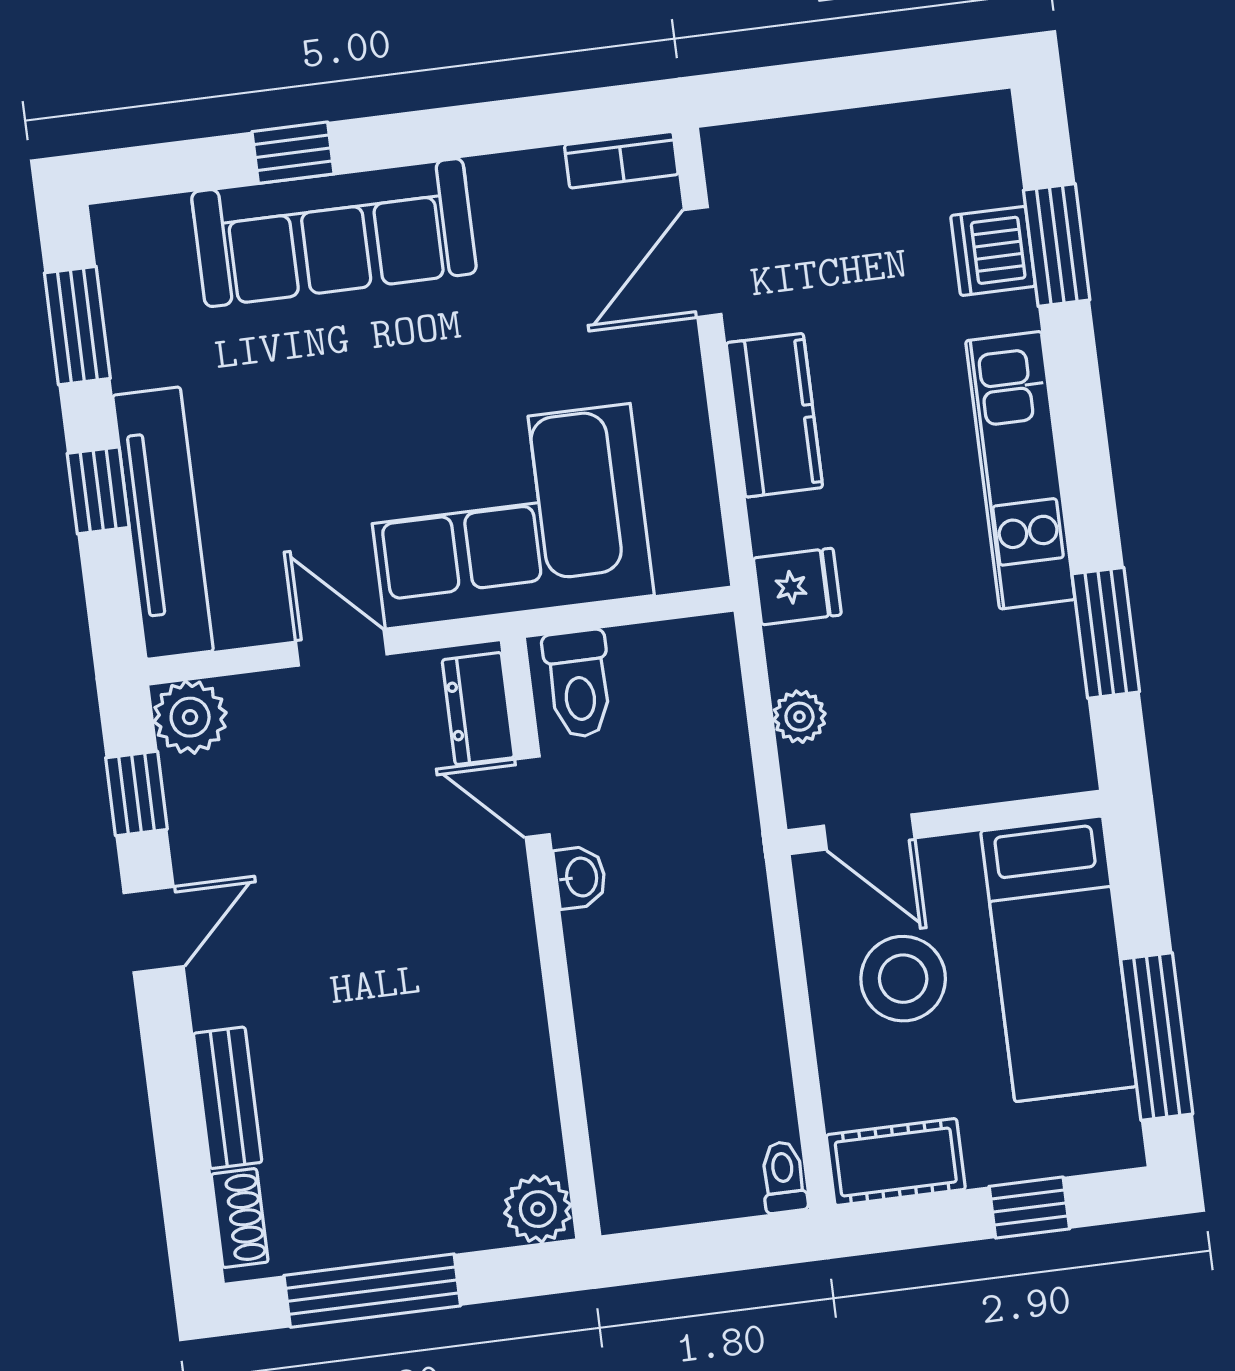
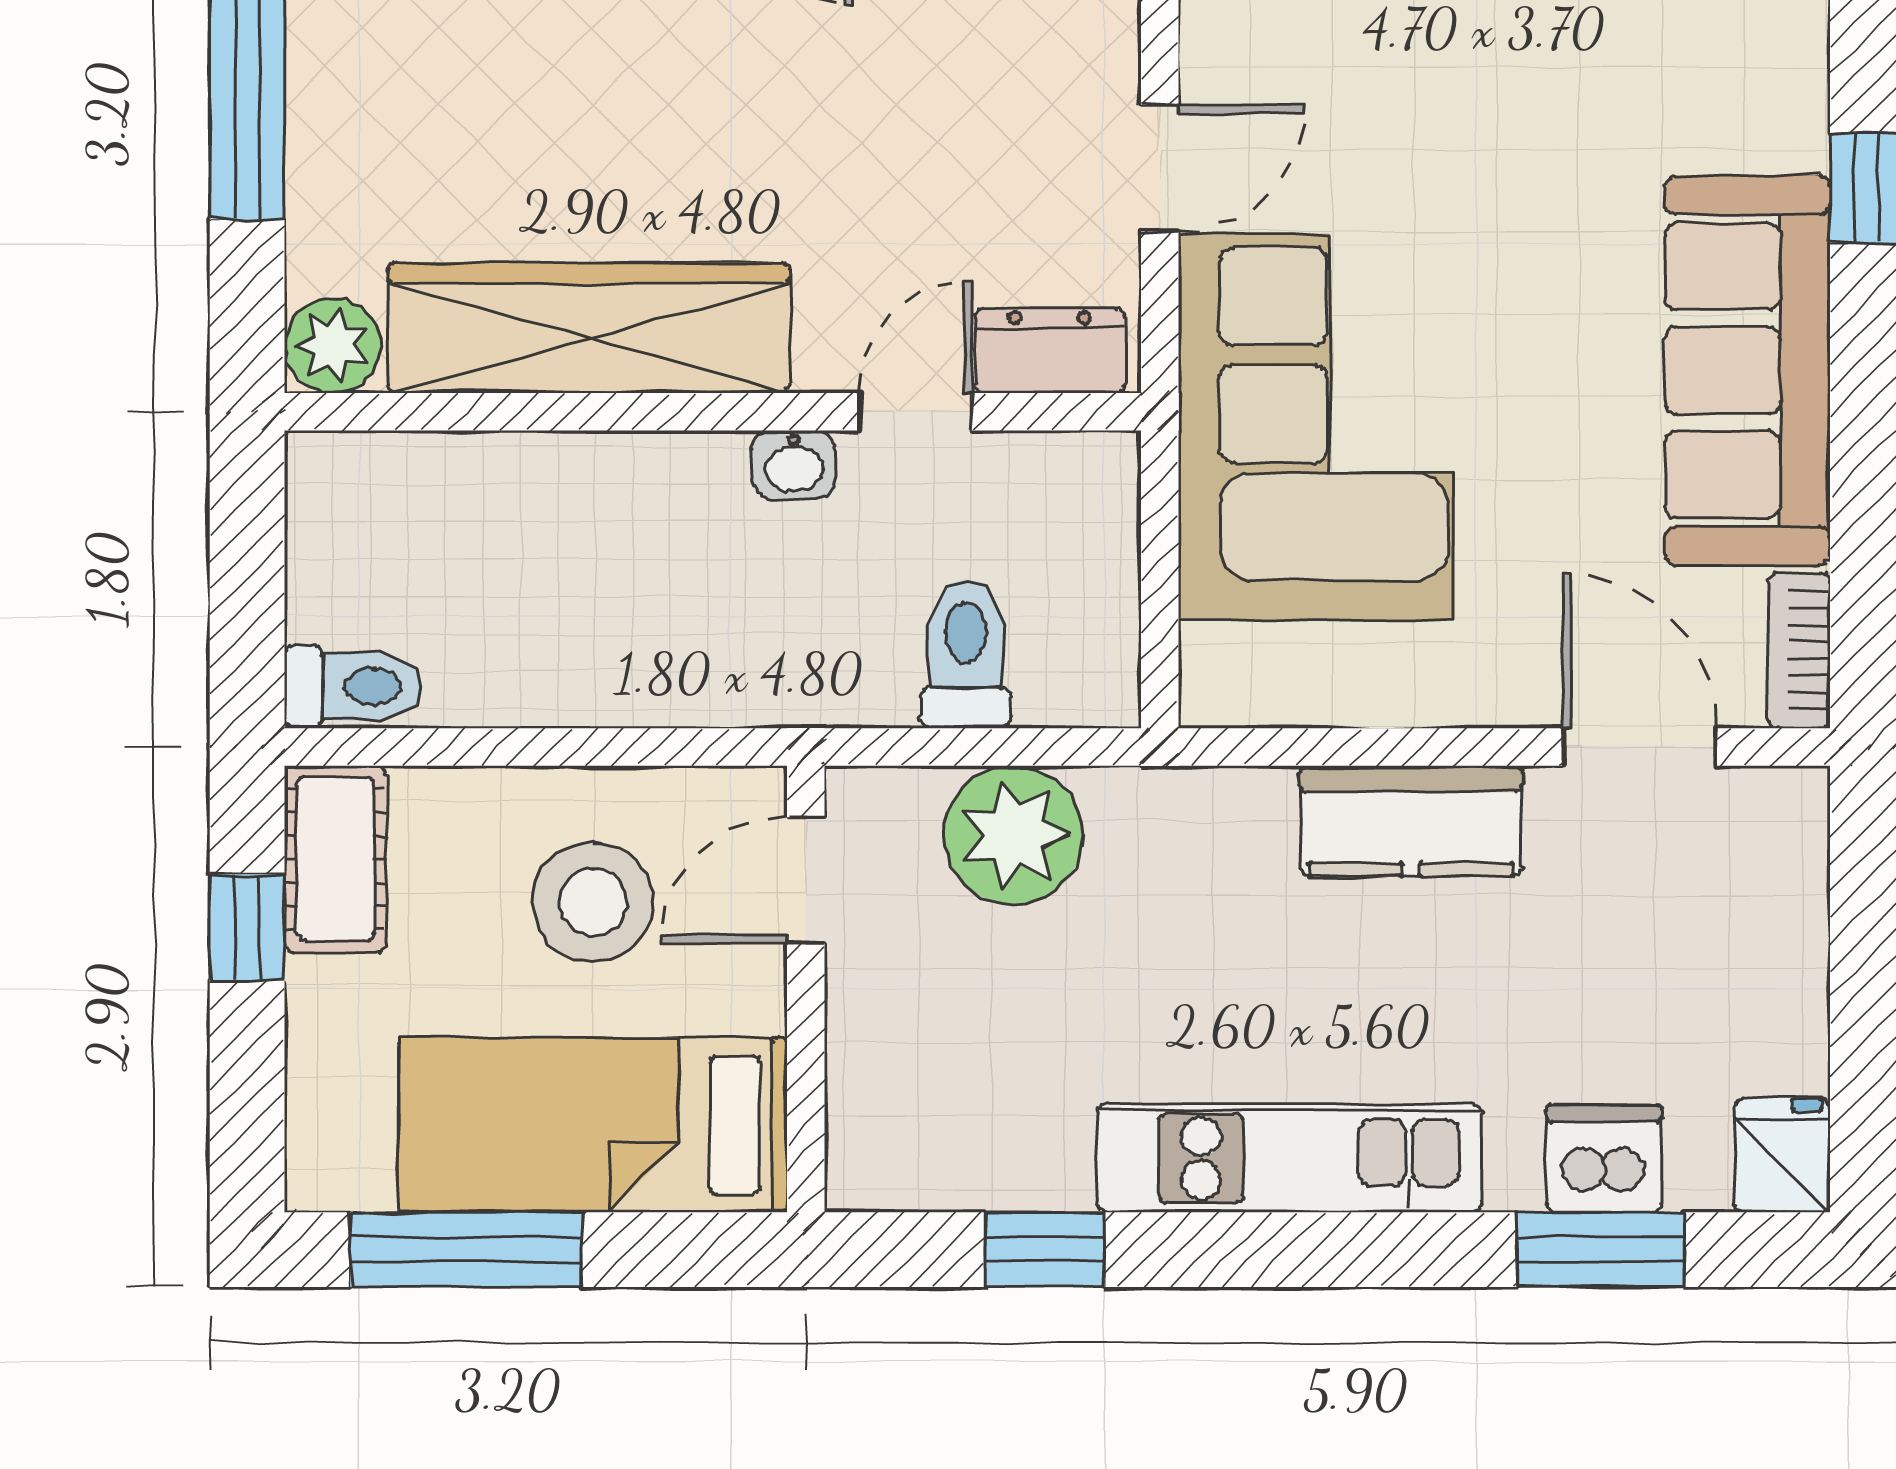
sofa: (334, 233) -> (1747, 370), moved
fridge: (797, 586) -> (1782, 1155), moved, turned 180
window: (1106, 633) -> (1045, 1250), width x0.67
toilet: (579, 684) -> (966, 654), moved, turned 90
plant: (799, 717) -> (1013, 835), width x1.88, depth x1.88
wardrobe: (503, 1032) -> (589, 328), added
toilet: (783, 1177) -> (353, 687), width x1.37, depth x1.39
window: (1029, 1208) -> (247, 927), moved

